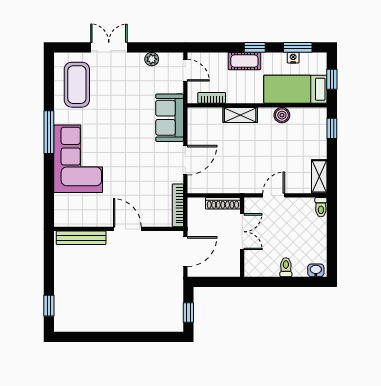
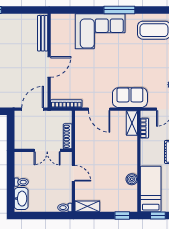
shelving: (240, 115) -> (132, 123), moved
door: (185, 252) -> (33, 109), swing flipped
washbasin: (316, 270) -> (21, 199), width x1.91, depth x1.45

